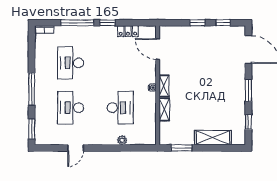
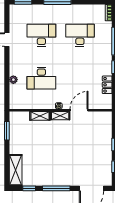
door: (158, 49) -> (79, 110), moved
window: (248, 90) -> (56, 188), width x1.44
shelving: (213, 138) -> (16, 170), moved

